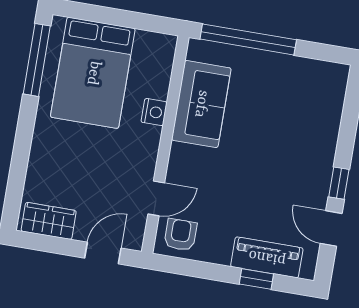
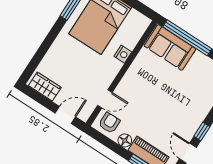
sofa: (201, 104) -> (170, 47), moved, turned 90
floor lamp: (219, 253) -> (125, 140), added

